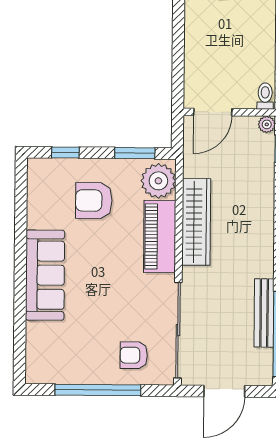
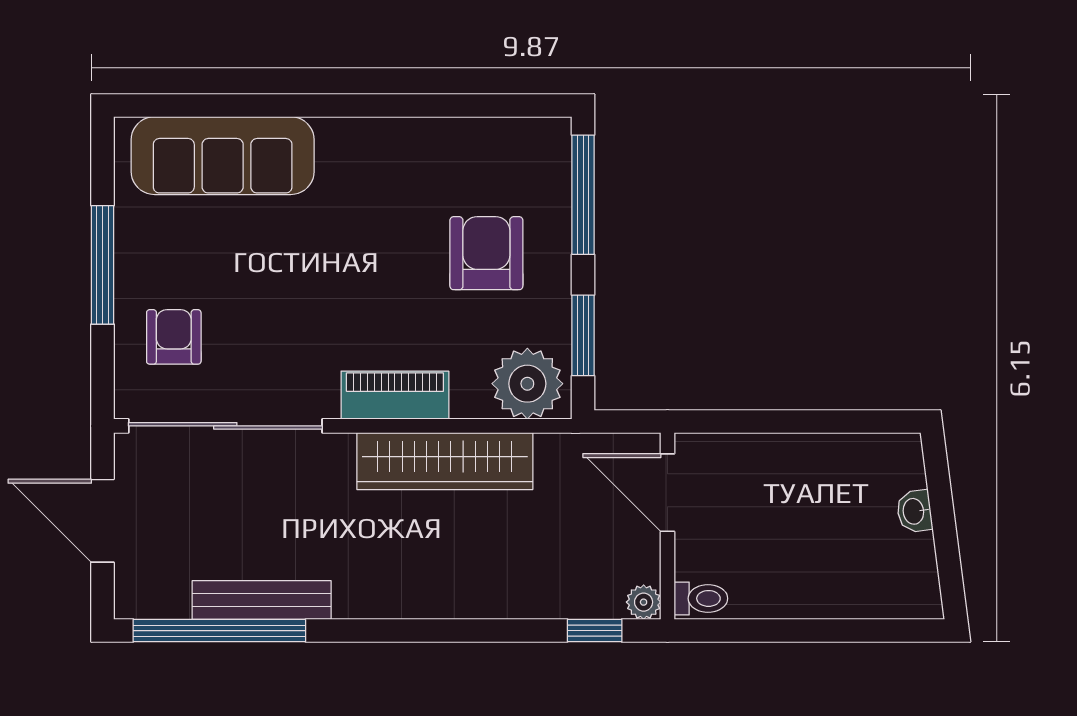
window: (65, 153) -> (583, 195), width x2.17
piano: (160, 236) -> (395, 395), width x0.73, depth x0.75
sofa: (45, 275) -> (223, 156), moved
window: (98, 390) -> (103, 265), width x0.68

